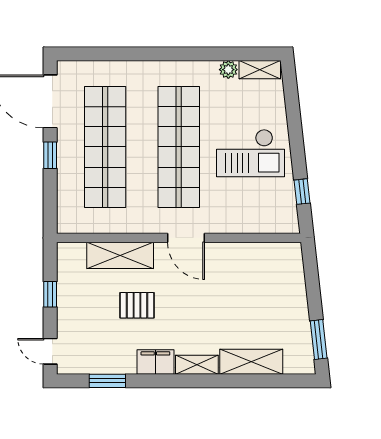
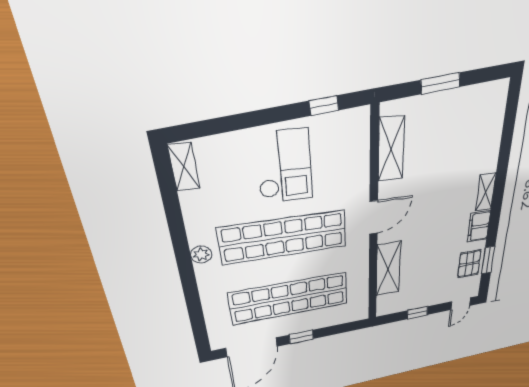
plant: (228, 70) -> (201, 255), moved
pallet: (137, 305) -> (469, 264), moved
window: (319, 340) -> (441, 83), moved
shelving: (251, 362) -> (391, 149), moved

